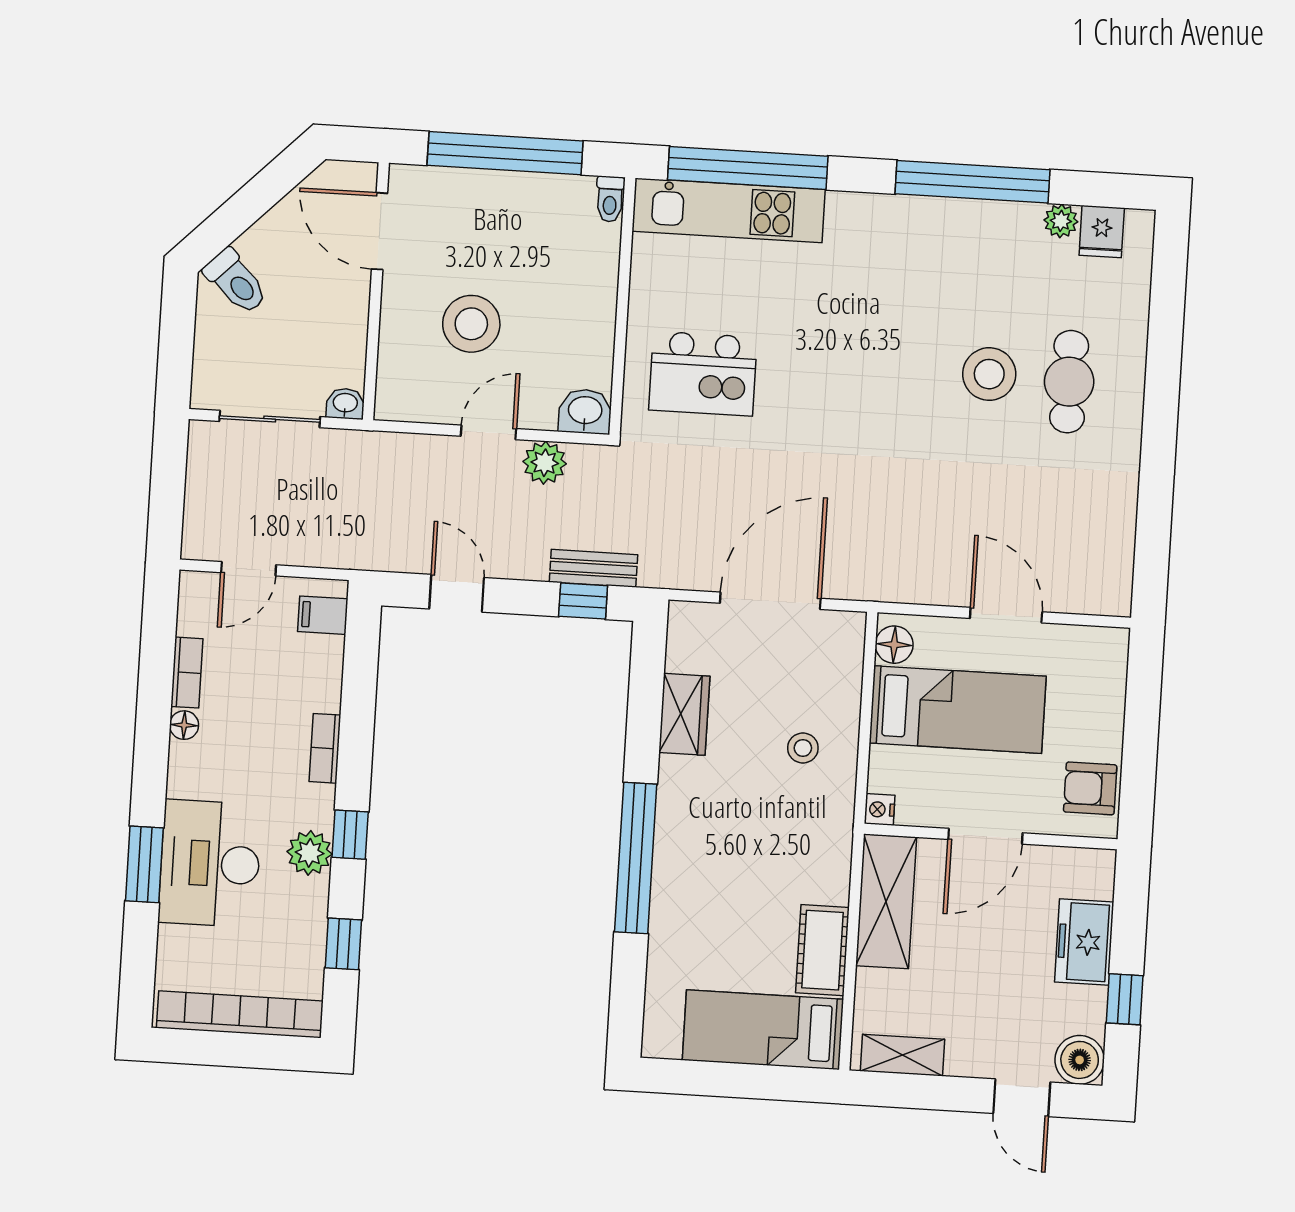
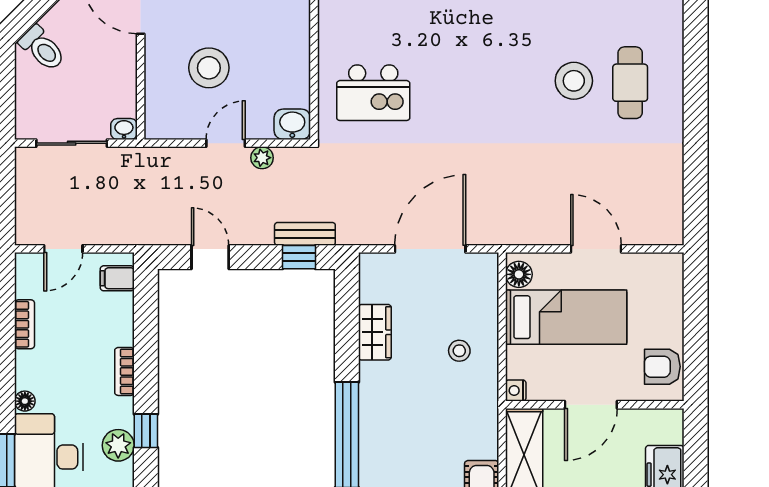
plant: (545, 463) -> (262, 158), width x0.73, depth x0.73
floor lamp: (184, 725) -> (25, 401), moved

